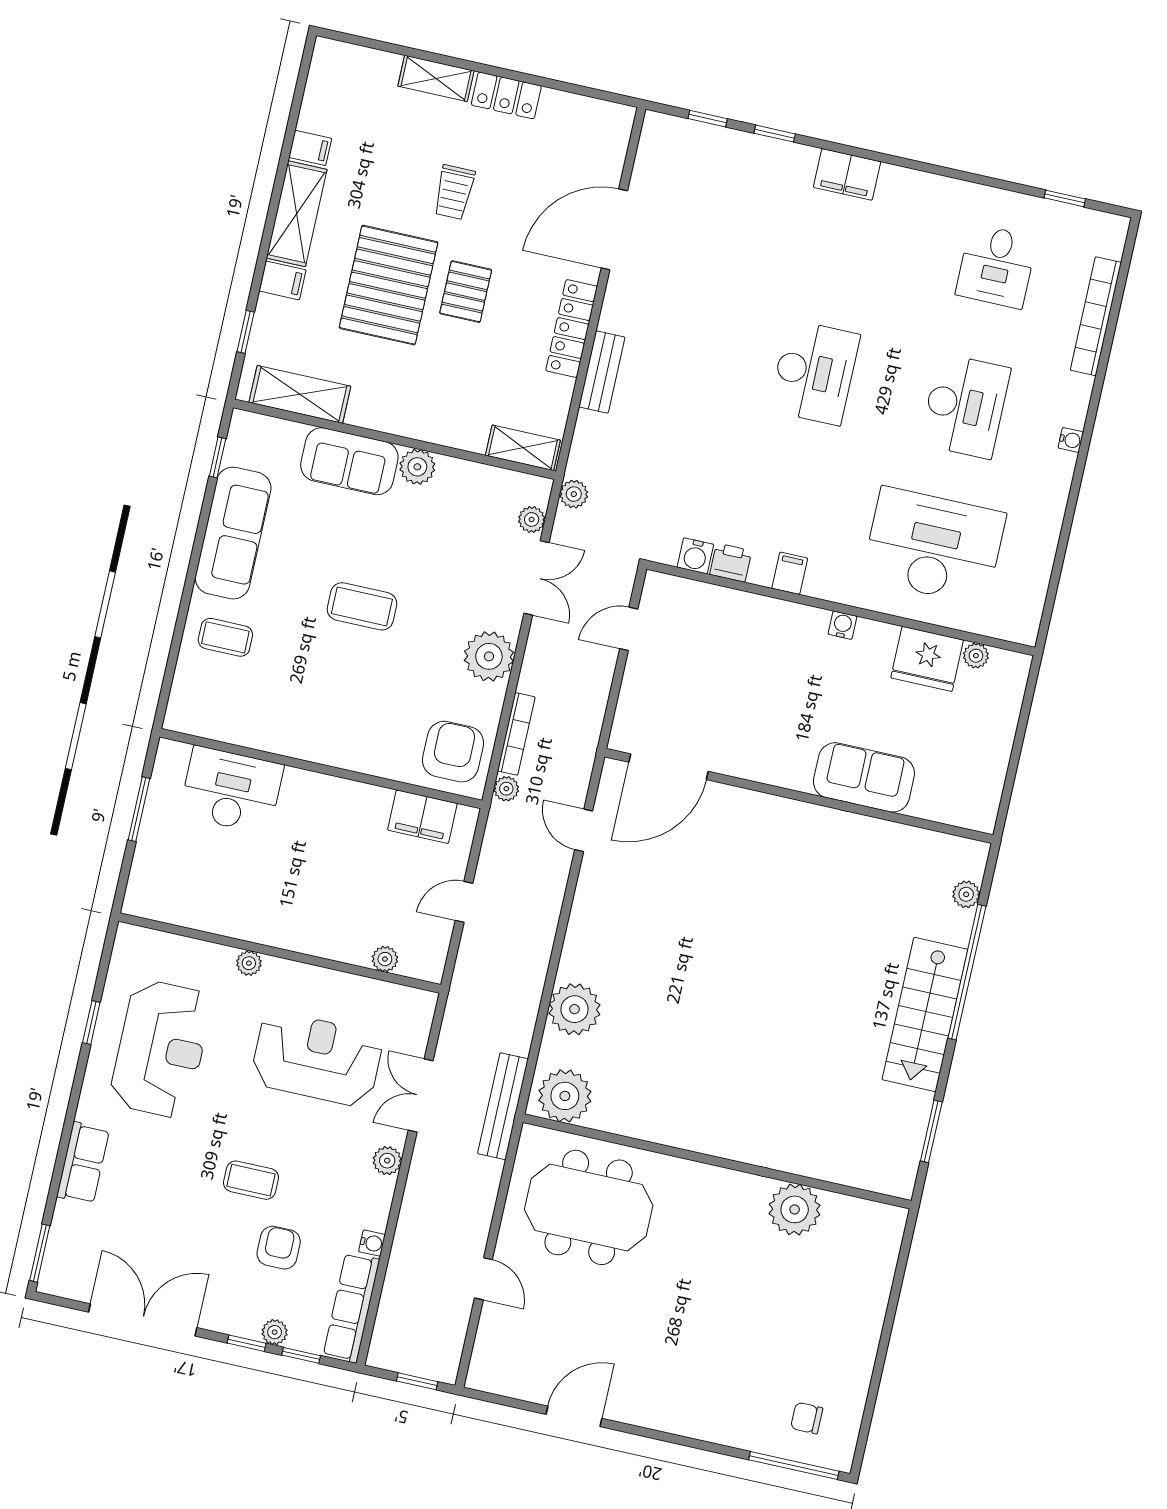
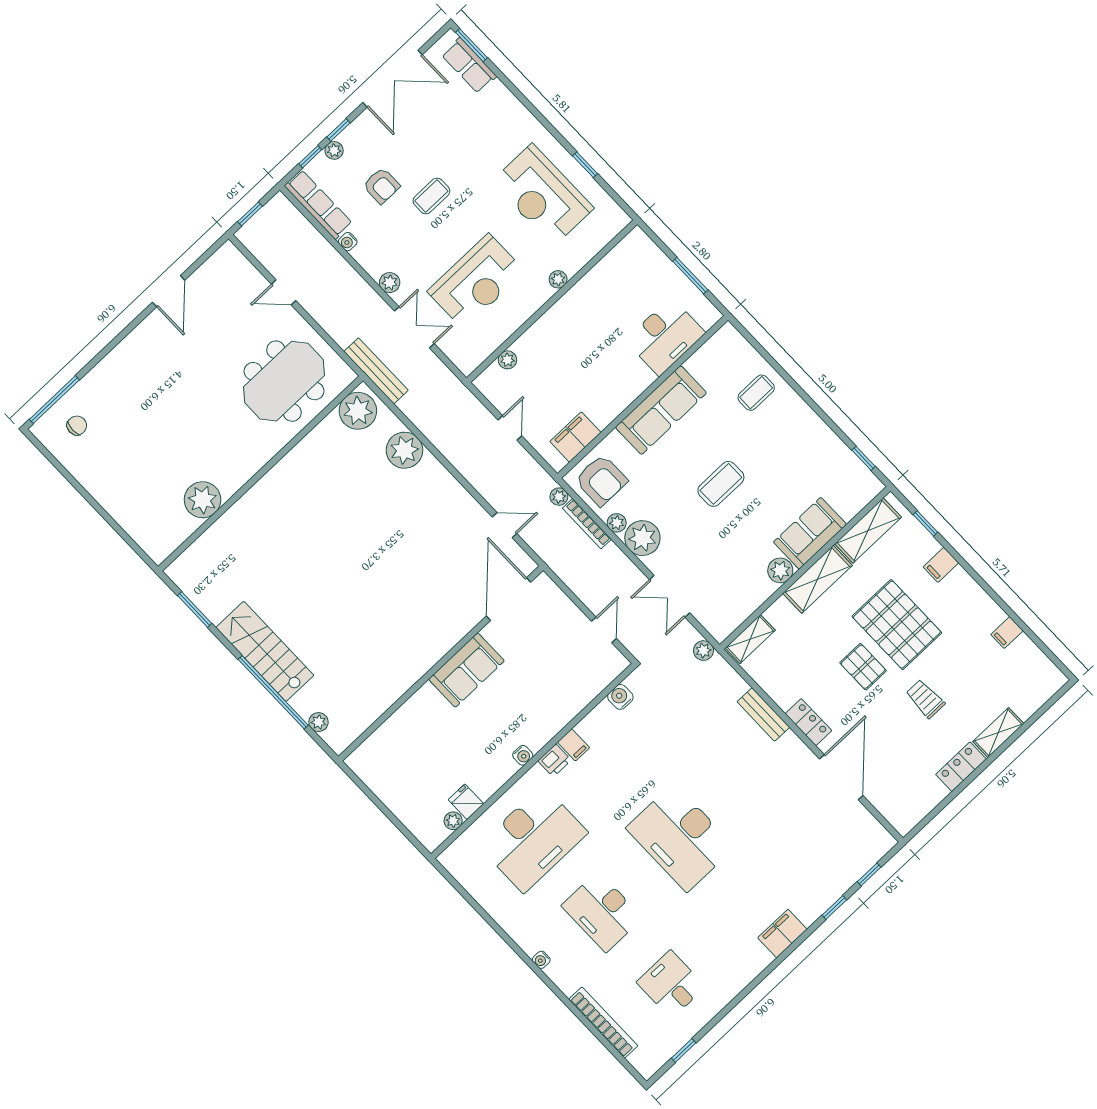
shelving: (297, 214) -> (817, 579), moved, turned 90
locker: (572, 329) -> (808, 722), width x0.66
desk: (814, 372) -> (680, 837), width x1.36, depth x1.30
plant: (532, 519) -> (617, 523), moved
sofa: (233, 533) -> (661, 410), moved, turned -90
printer: (731, 563) -> (555, 760), moved
fridge: (927, 659) -> (466, 802), width x0.53, depth x0.75
sofa: (864, 777) -> (466, 670), moved
row of seats: (83, 1163) -> (469, 65), moved

